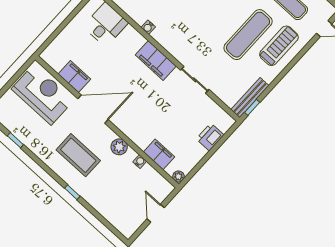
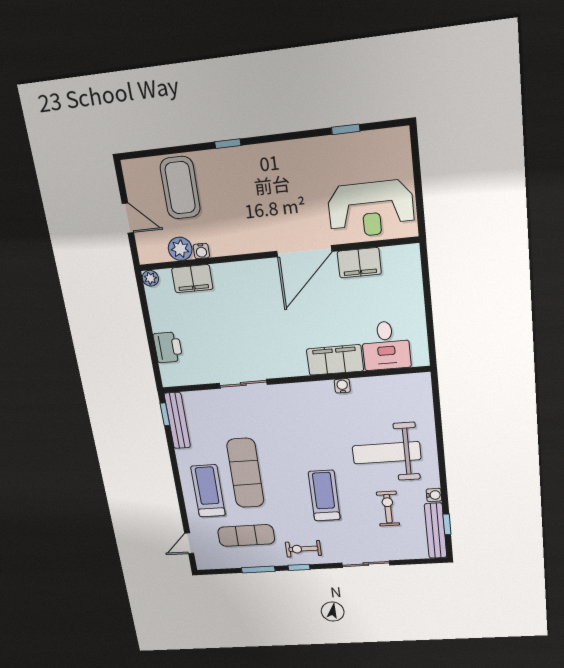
treadmill: (279, 46) -> (208, 491), turned 180
filing cabinet: (156, 61) -> (335, 360), moved
plant: (119, 147) -> (180, 249), moved
coffee table: (78, 155) -> (180, 188), moved, turned 90

